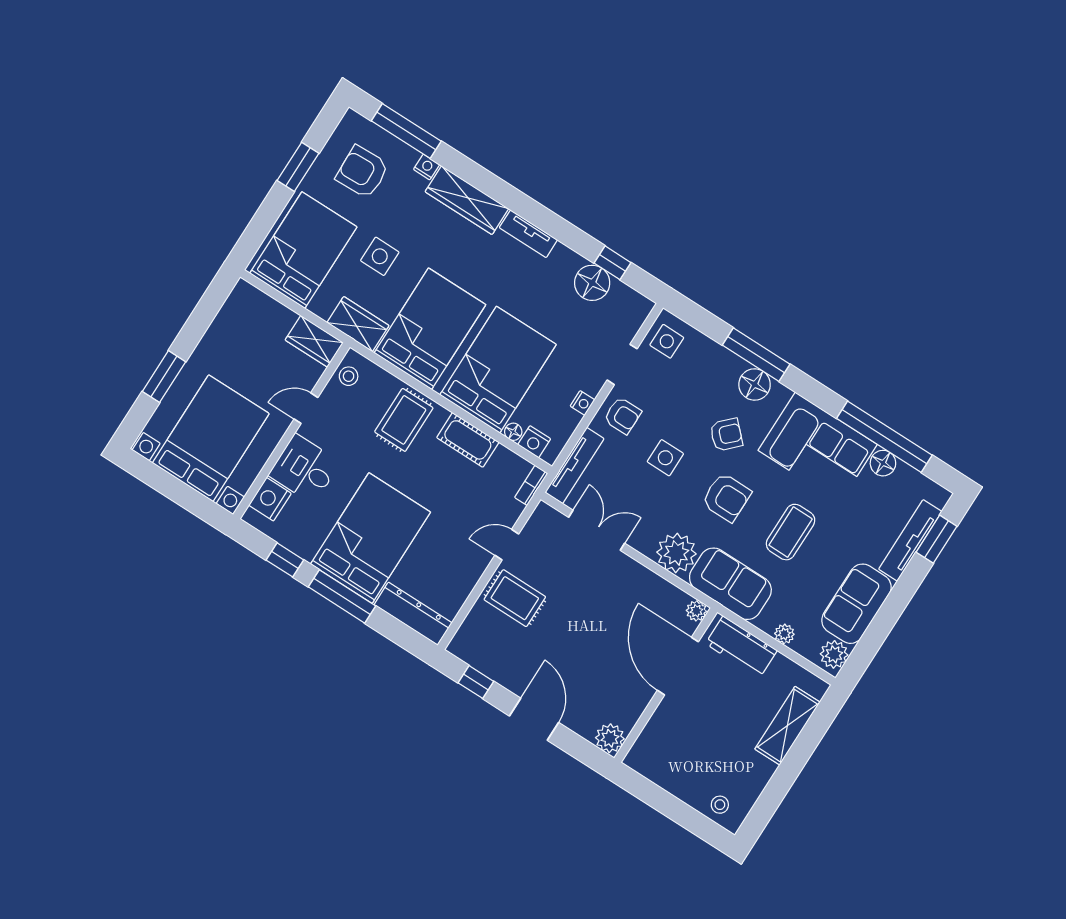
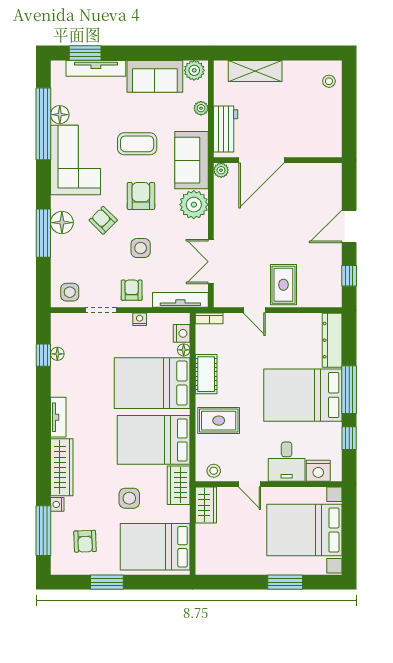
armchair: (362, 172) -> (85, 541), width x0.72, depth x0.72
floor lamp: (592, 283) -> (57, 354), width x0.53, depth x0.53
plant: (610, 738) -> (331, 173), removed

